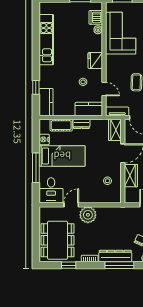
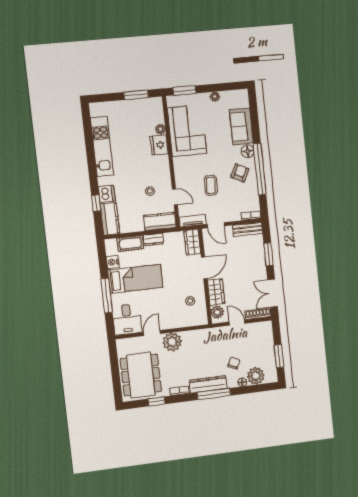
dishwasher: (96, 17) -> (107, 194), moved, turned 180
fridge: (95, 60) -> (159, 145), moved
plant: (130, 193) -> (217, 312), added

